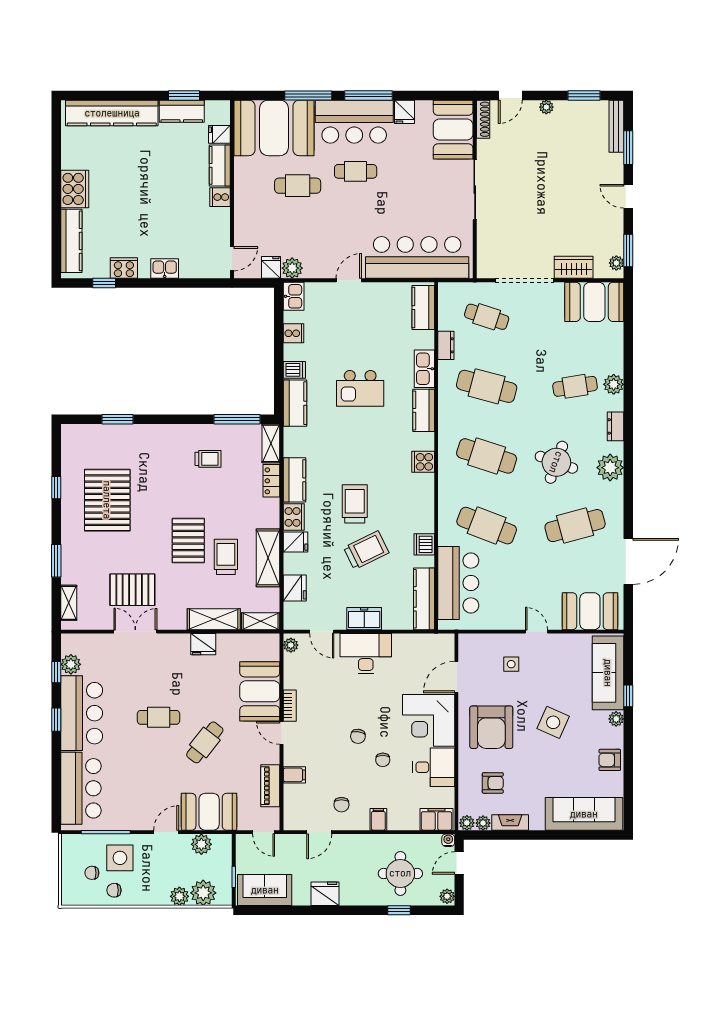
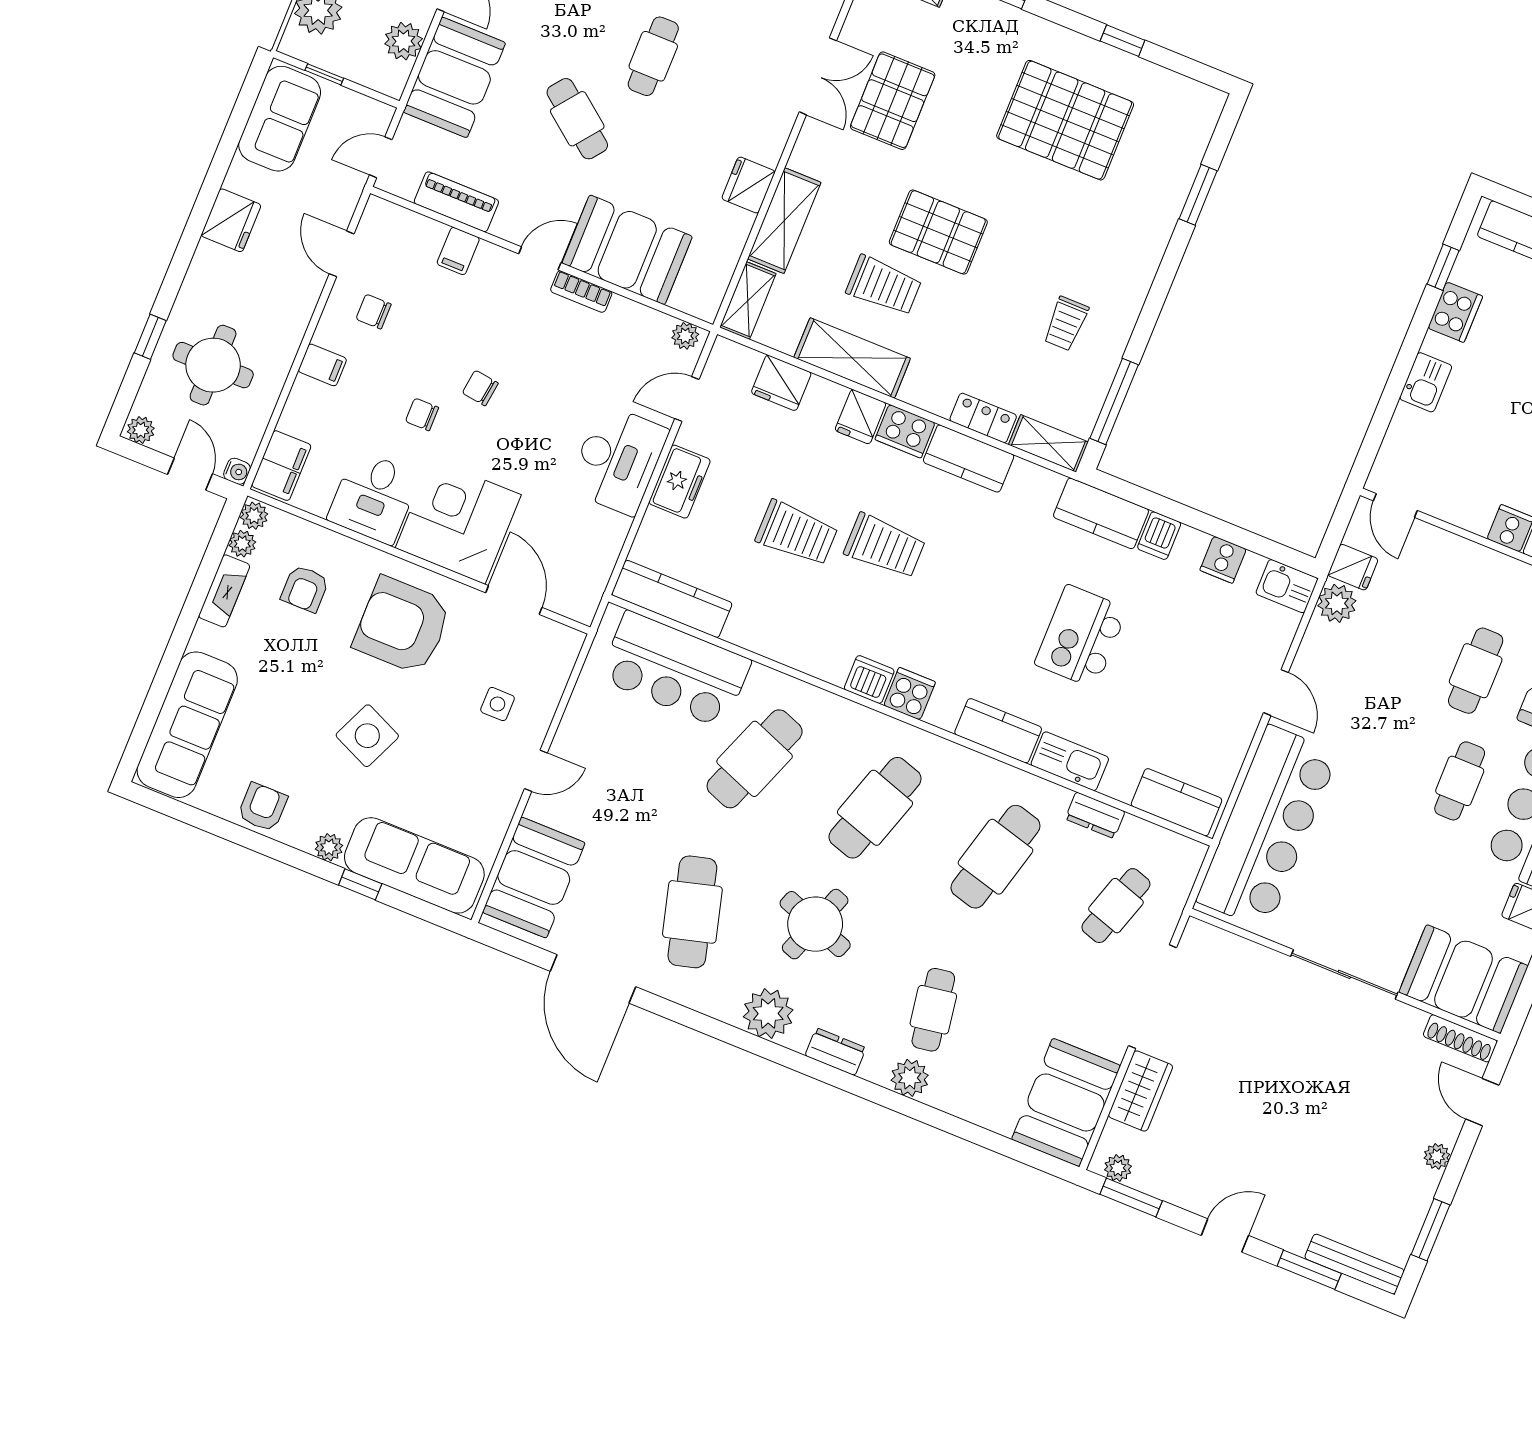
dishwasher: (424, 544) -> (869, 679), moved
trolley: (366, 550) -> (797, 533), turned -64

